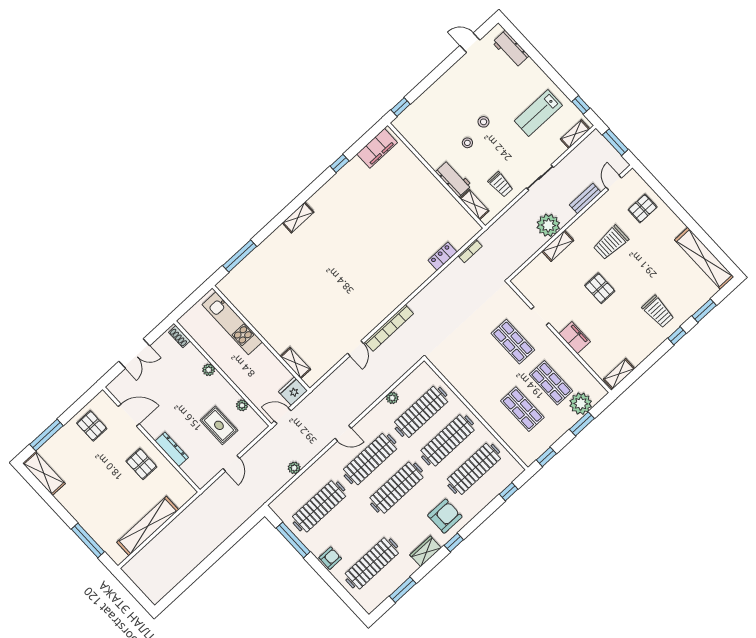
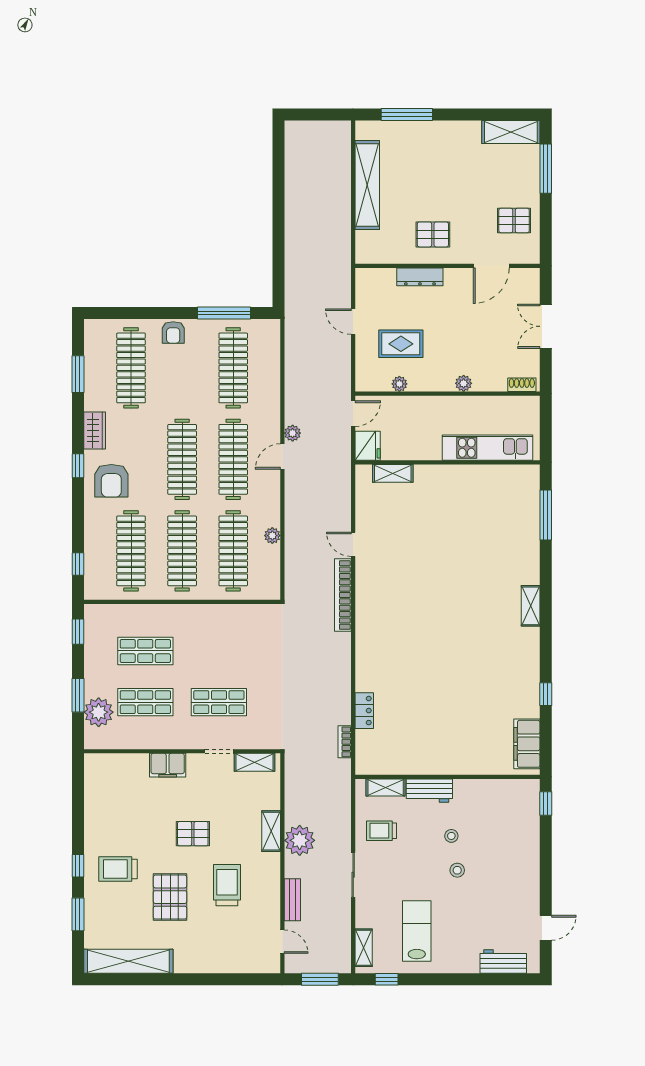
pallet: (643, 208) -> (170, 897), moved, width x1.50, depth x1.42
shelving: (619, 374) -> (254, 762), moved, turned 90
plant: (294, 468) -> (293, 433), moved

